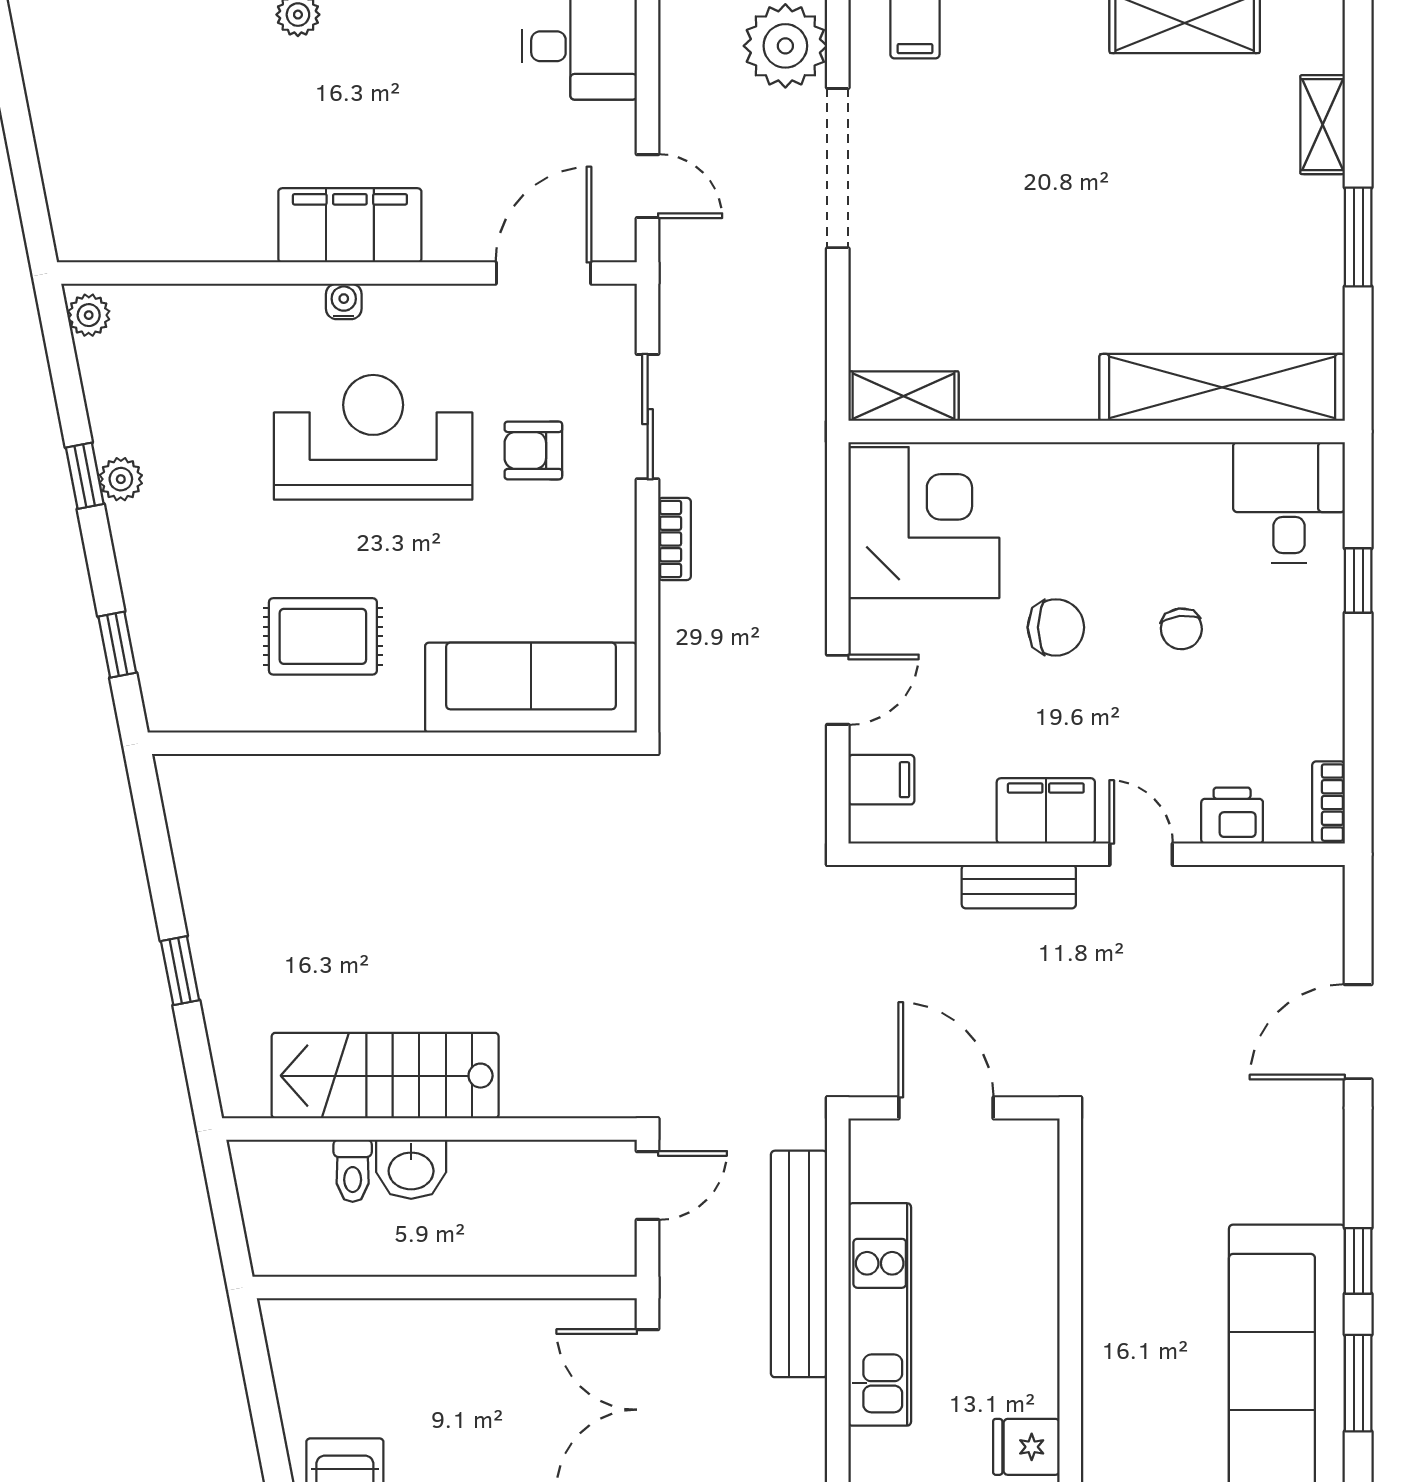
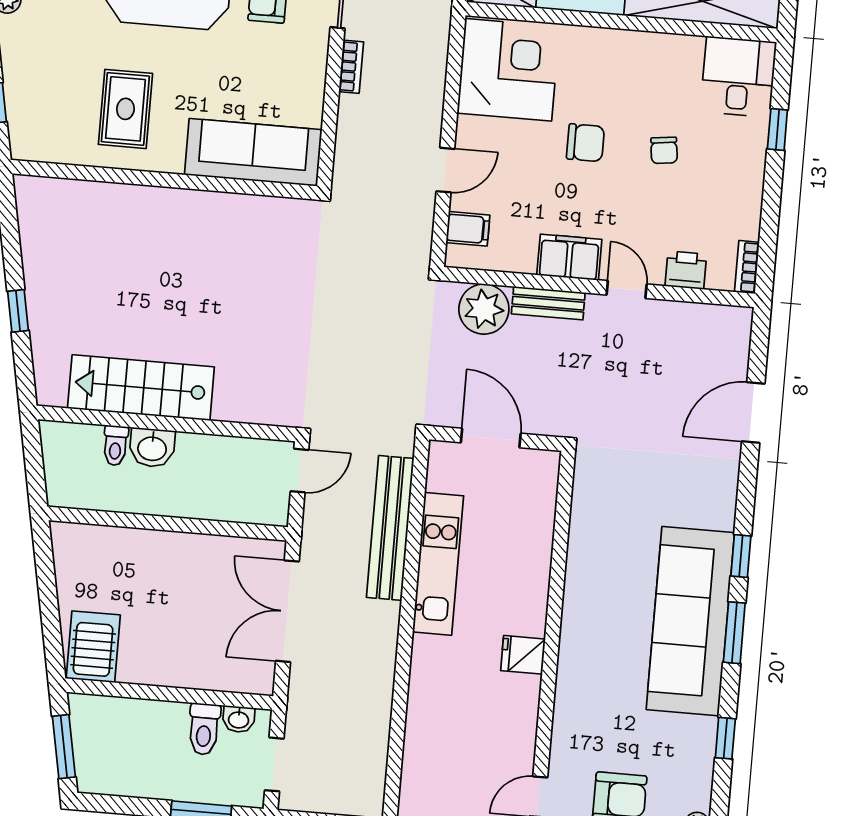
rug: (323, 636) -> (125, 109), turned 90
plant: (918, 905) -> (484, 309), added

